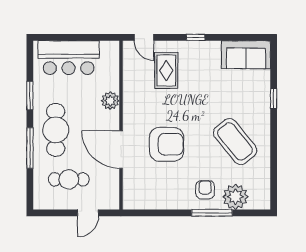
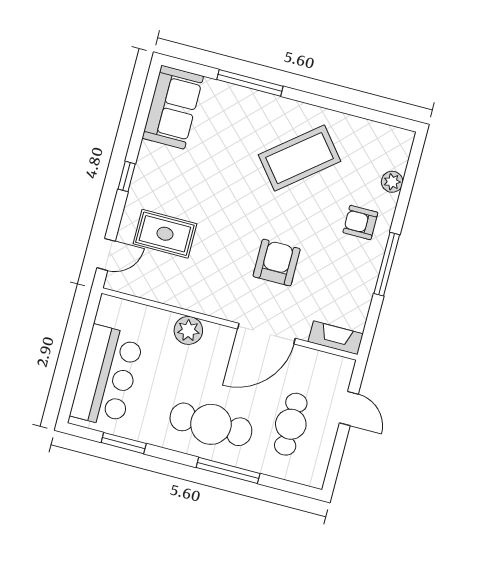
window: (30, 96) -> (124, 443), moved
window: (274, 99) -> (250, 83), width x2.17
armchair: (167, 144) -> (277, 263), width x0.73, depth x0.73
fireplace: (130, 193) -> (336, 338), added
plant: (235, 197) -> (392, 182), width x0.53, depth x0.53
window: (212, 213) -> (387, 264), moved

